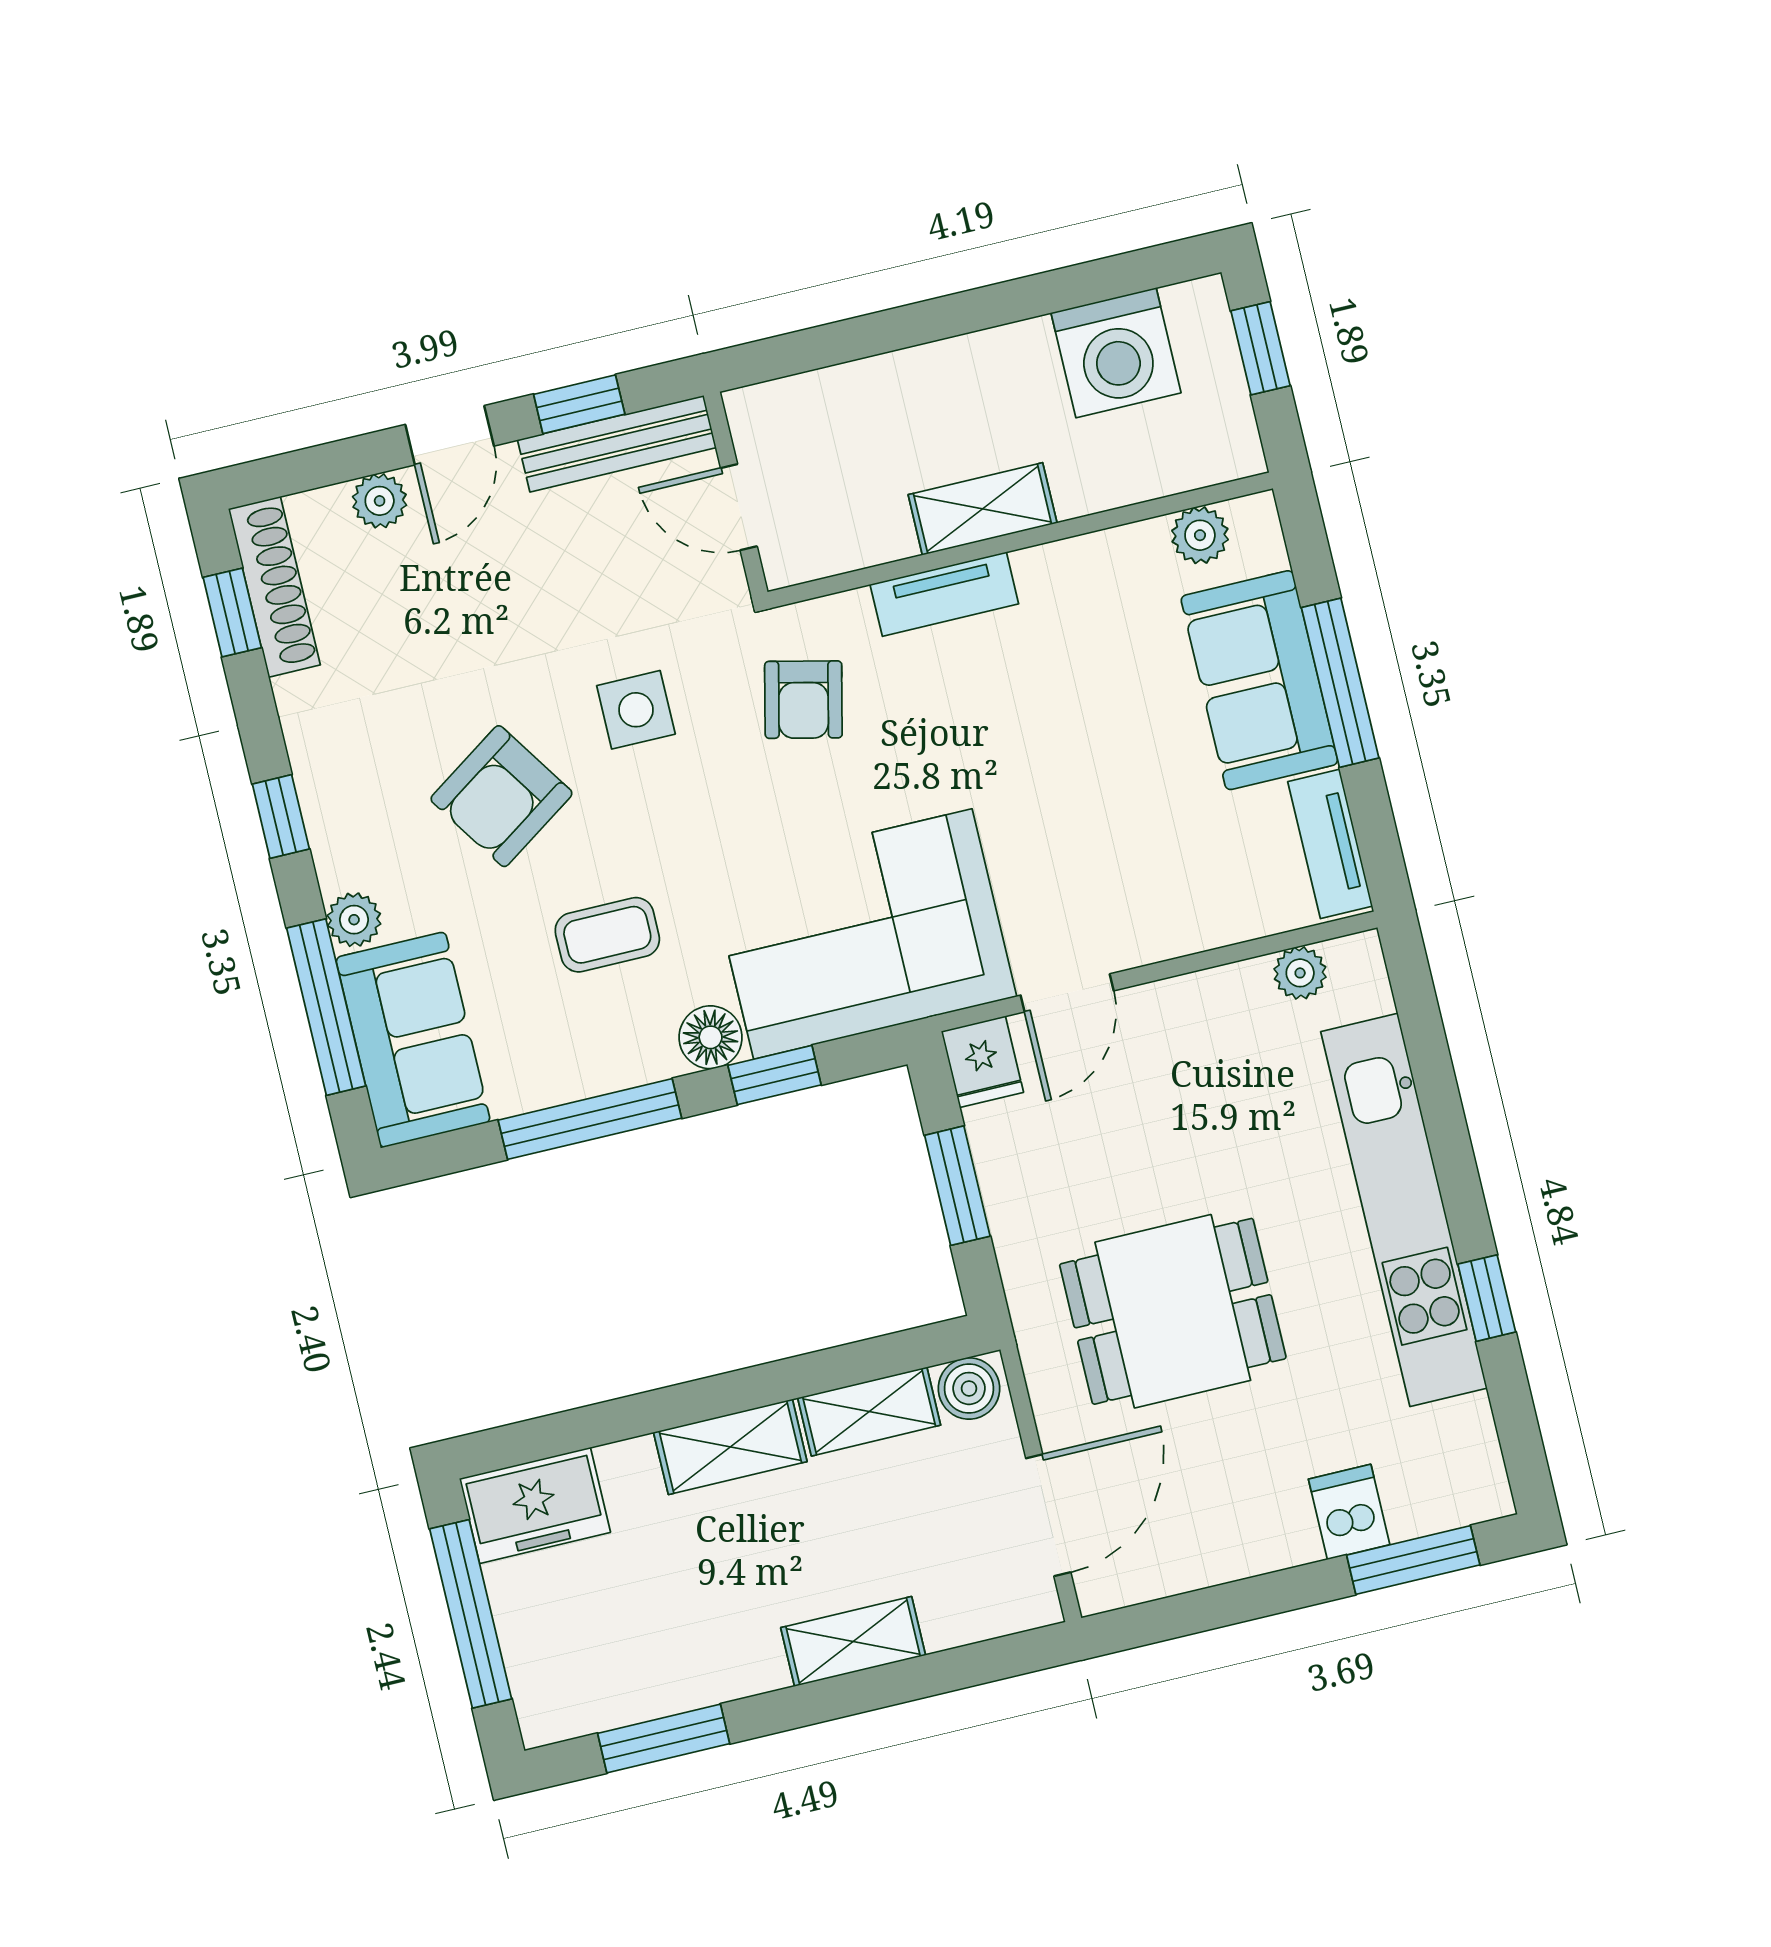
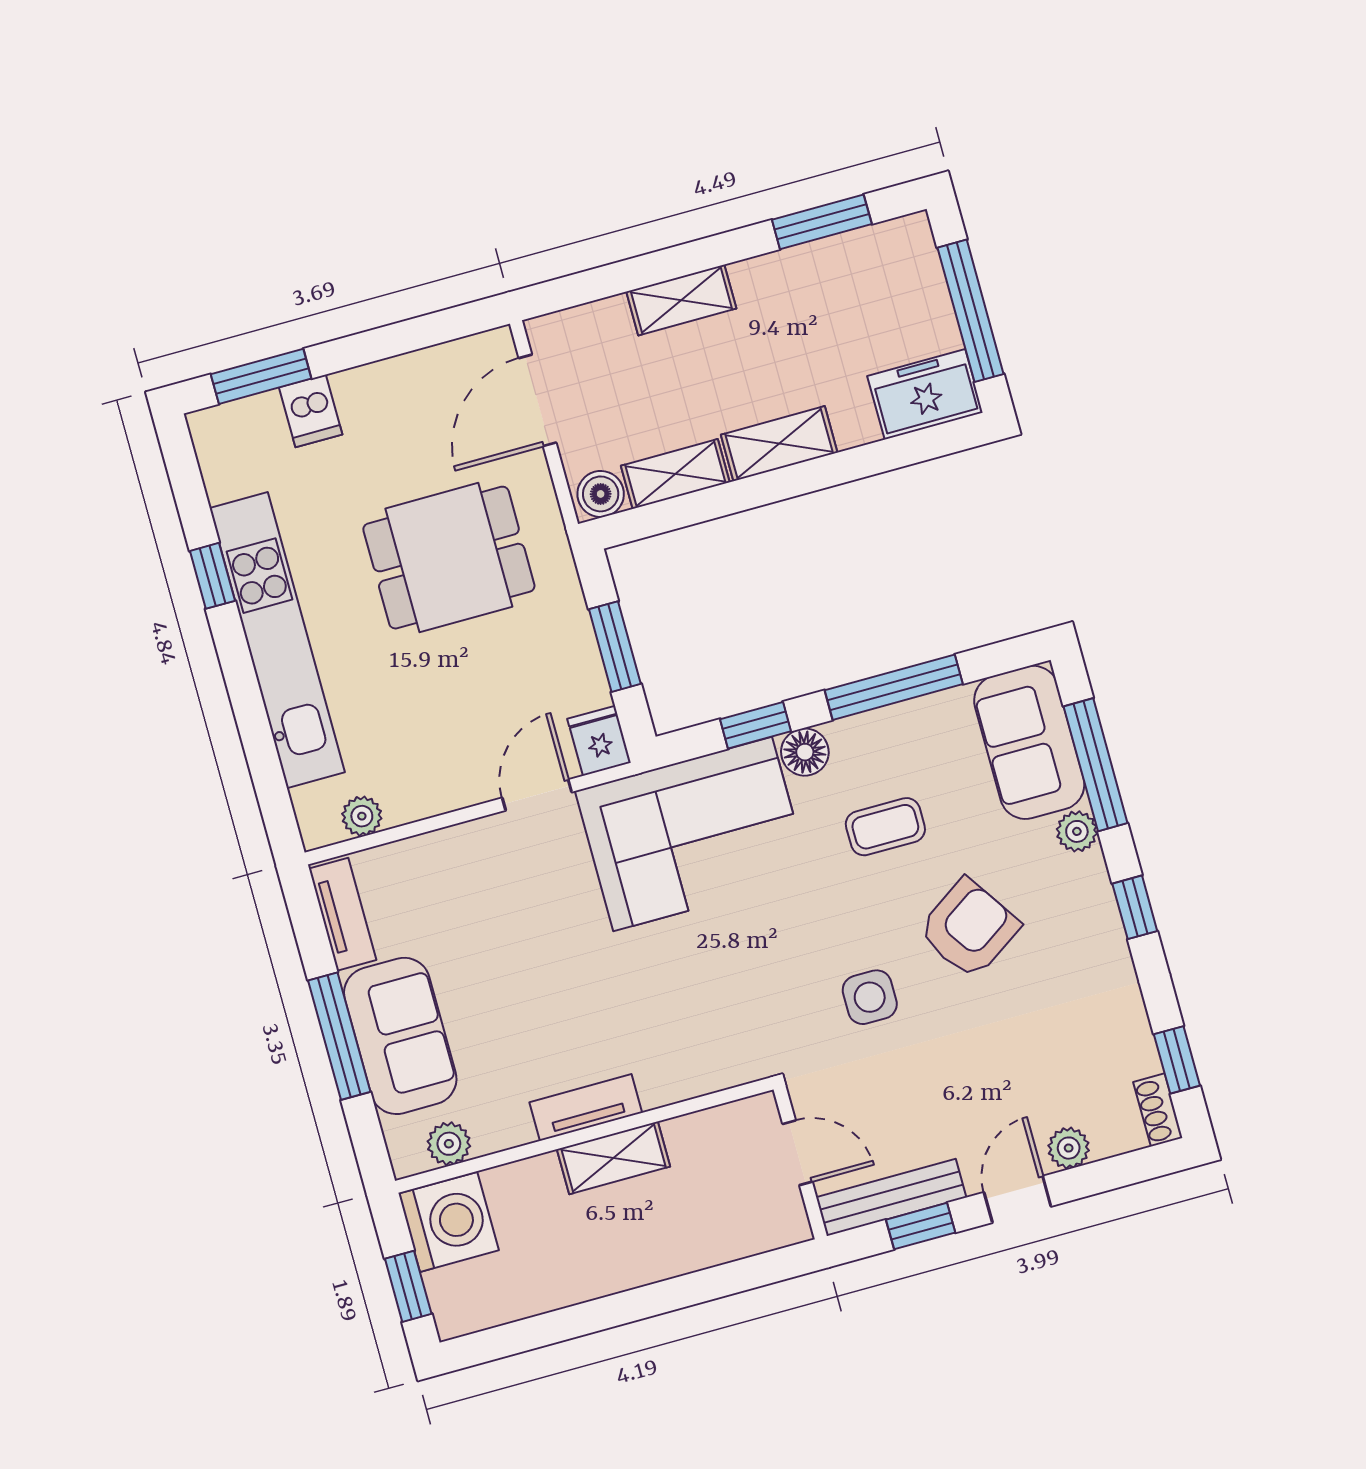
washing machine: (1116, 353) -> (449, 1222), moved, turned 90
shoe rack: (274, 587) -> (1158, 1110), width x0.51, depth x0.81
tv unit: (944, 594) -> (586, 1107), moved
armchair: (803, 700) -> (744, 1009), removed

